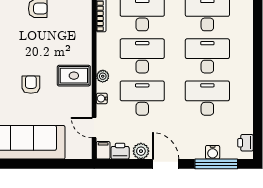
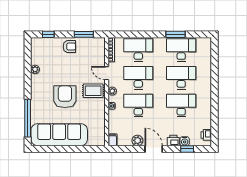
armchair: (31, 85) -> (65, 97), width x1.88, depth x1.88
door: (94, 128) -> (107, 73), moved
printer: (120, 151) -> (173, 140), moved
window: (216, 164) -> (187, 149), width x0.46

